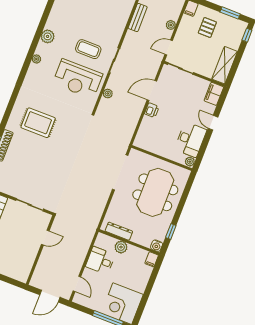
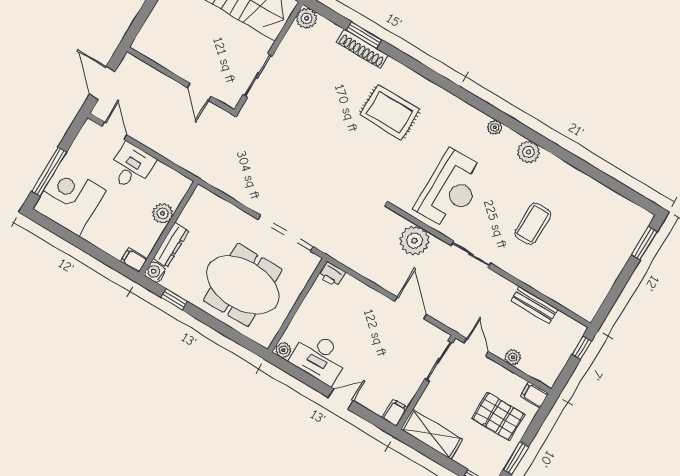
pallet: (207, 27) -> (498, 416), width x1.50, depth x1.42
coffee table: (88, 49) -> (533, 224), moved
reception desk: (78, 79) -> (450, 190), turned 180
plant: (108, 94) -> (415, 241), width x1.88, depth x1.88
filing cabinet: (214, 94) -> (395, 413), width x0.50
printer: (152, 110) -> (332, 274), moved
rug: (38, 123) -> (390, 112), turned 90
dresser: (119, 231) -> (171, 245), moved
desk: (100, 261) -> (131, 167), moved
door: (77, 284) -> (114, 131), swing flipped

